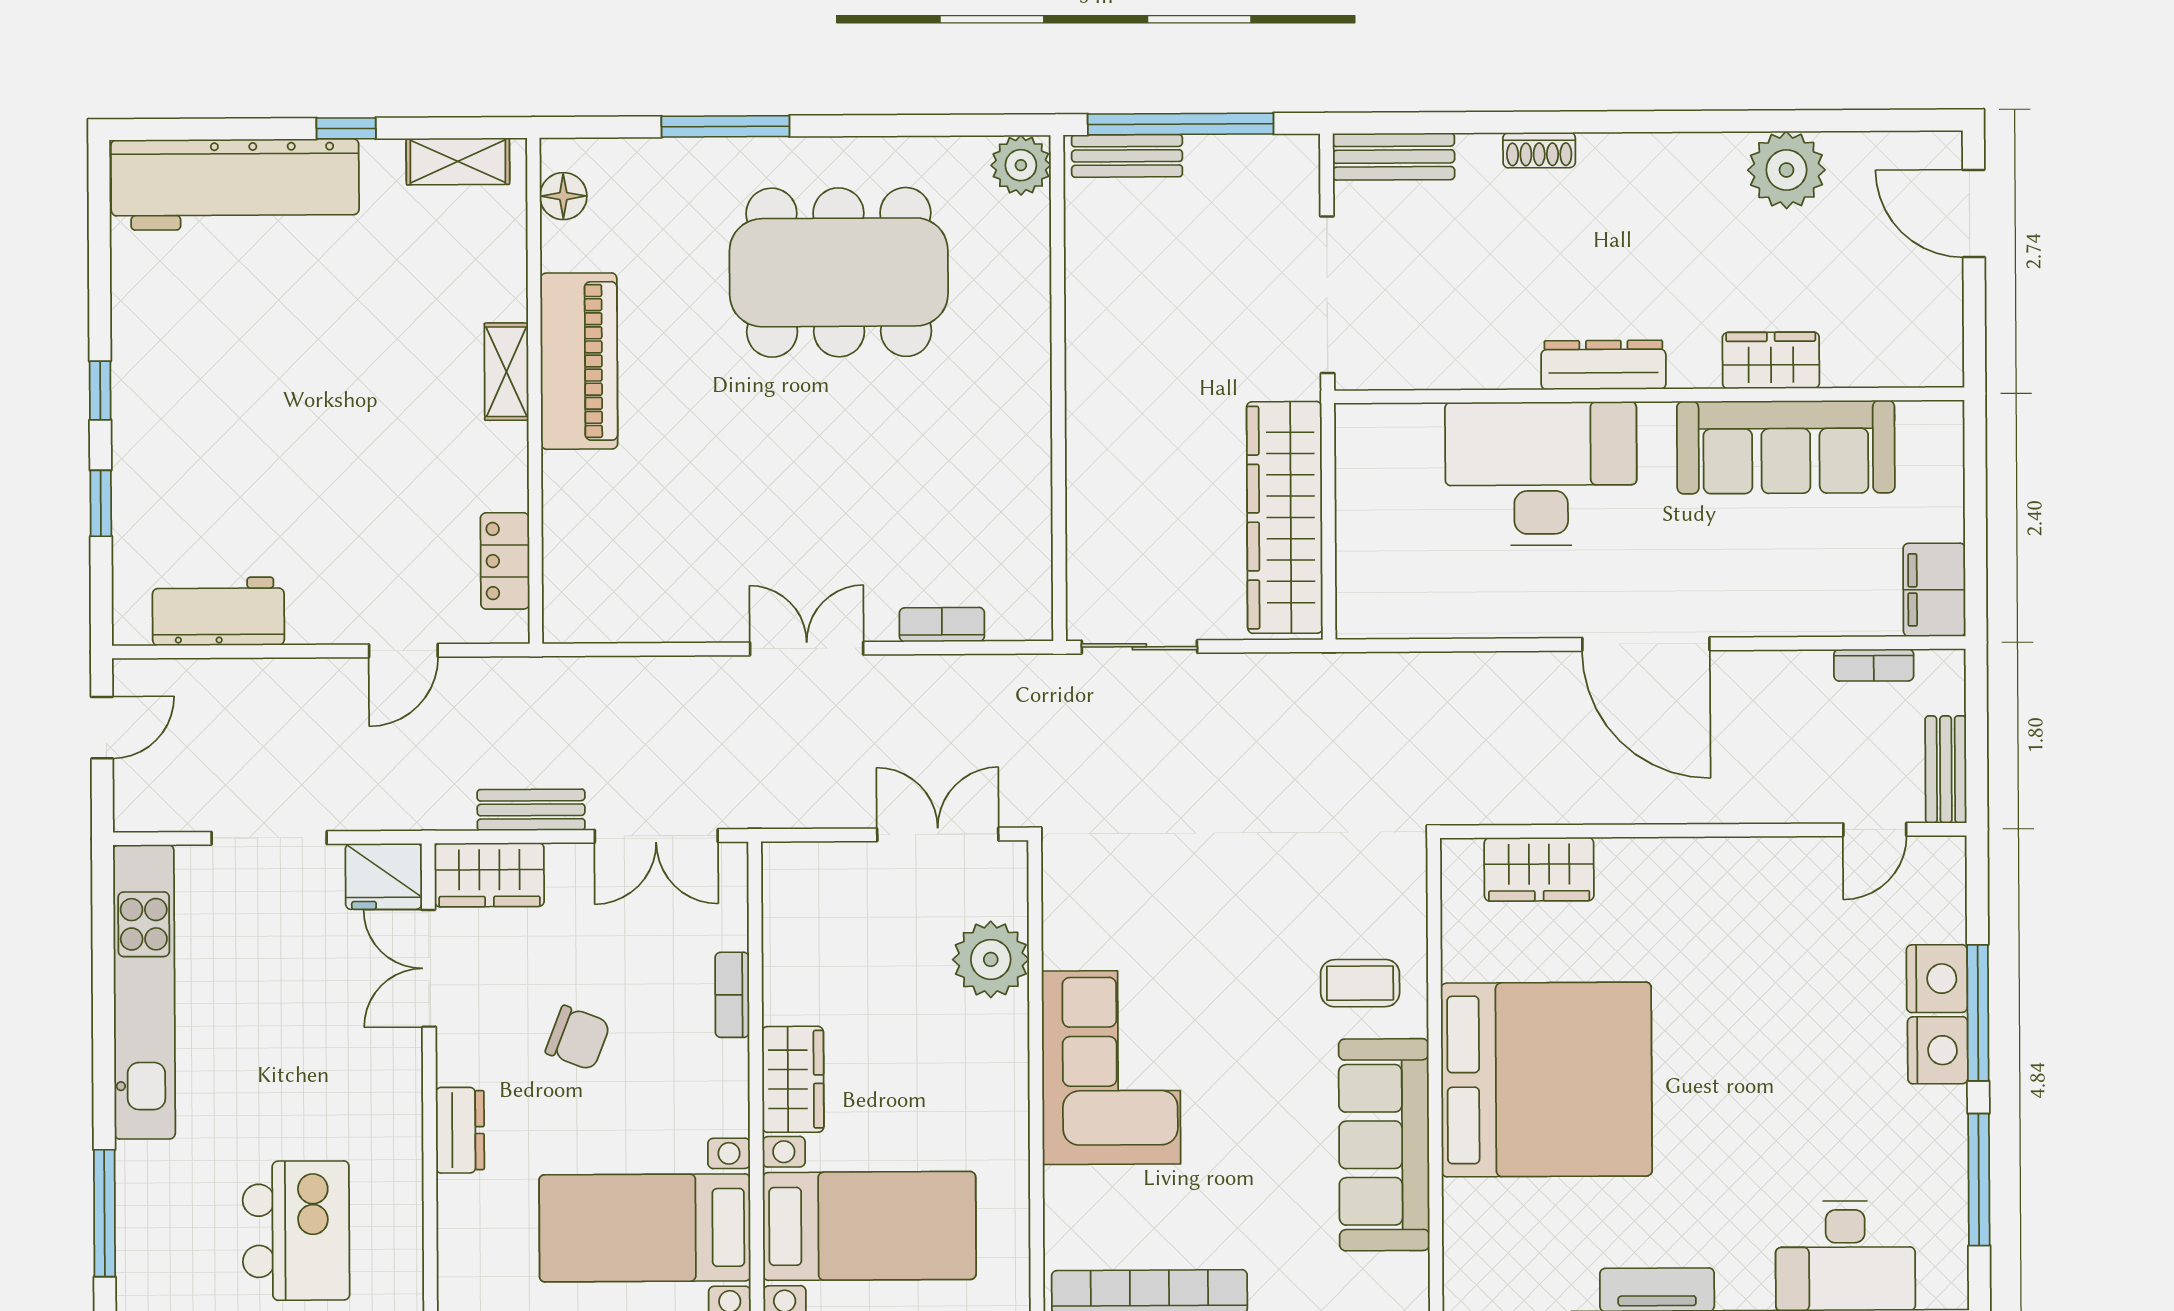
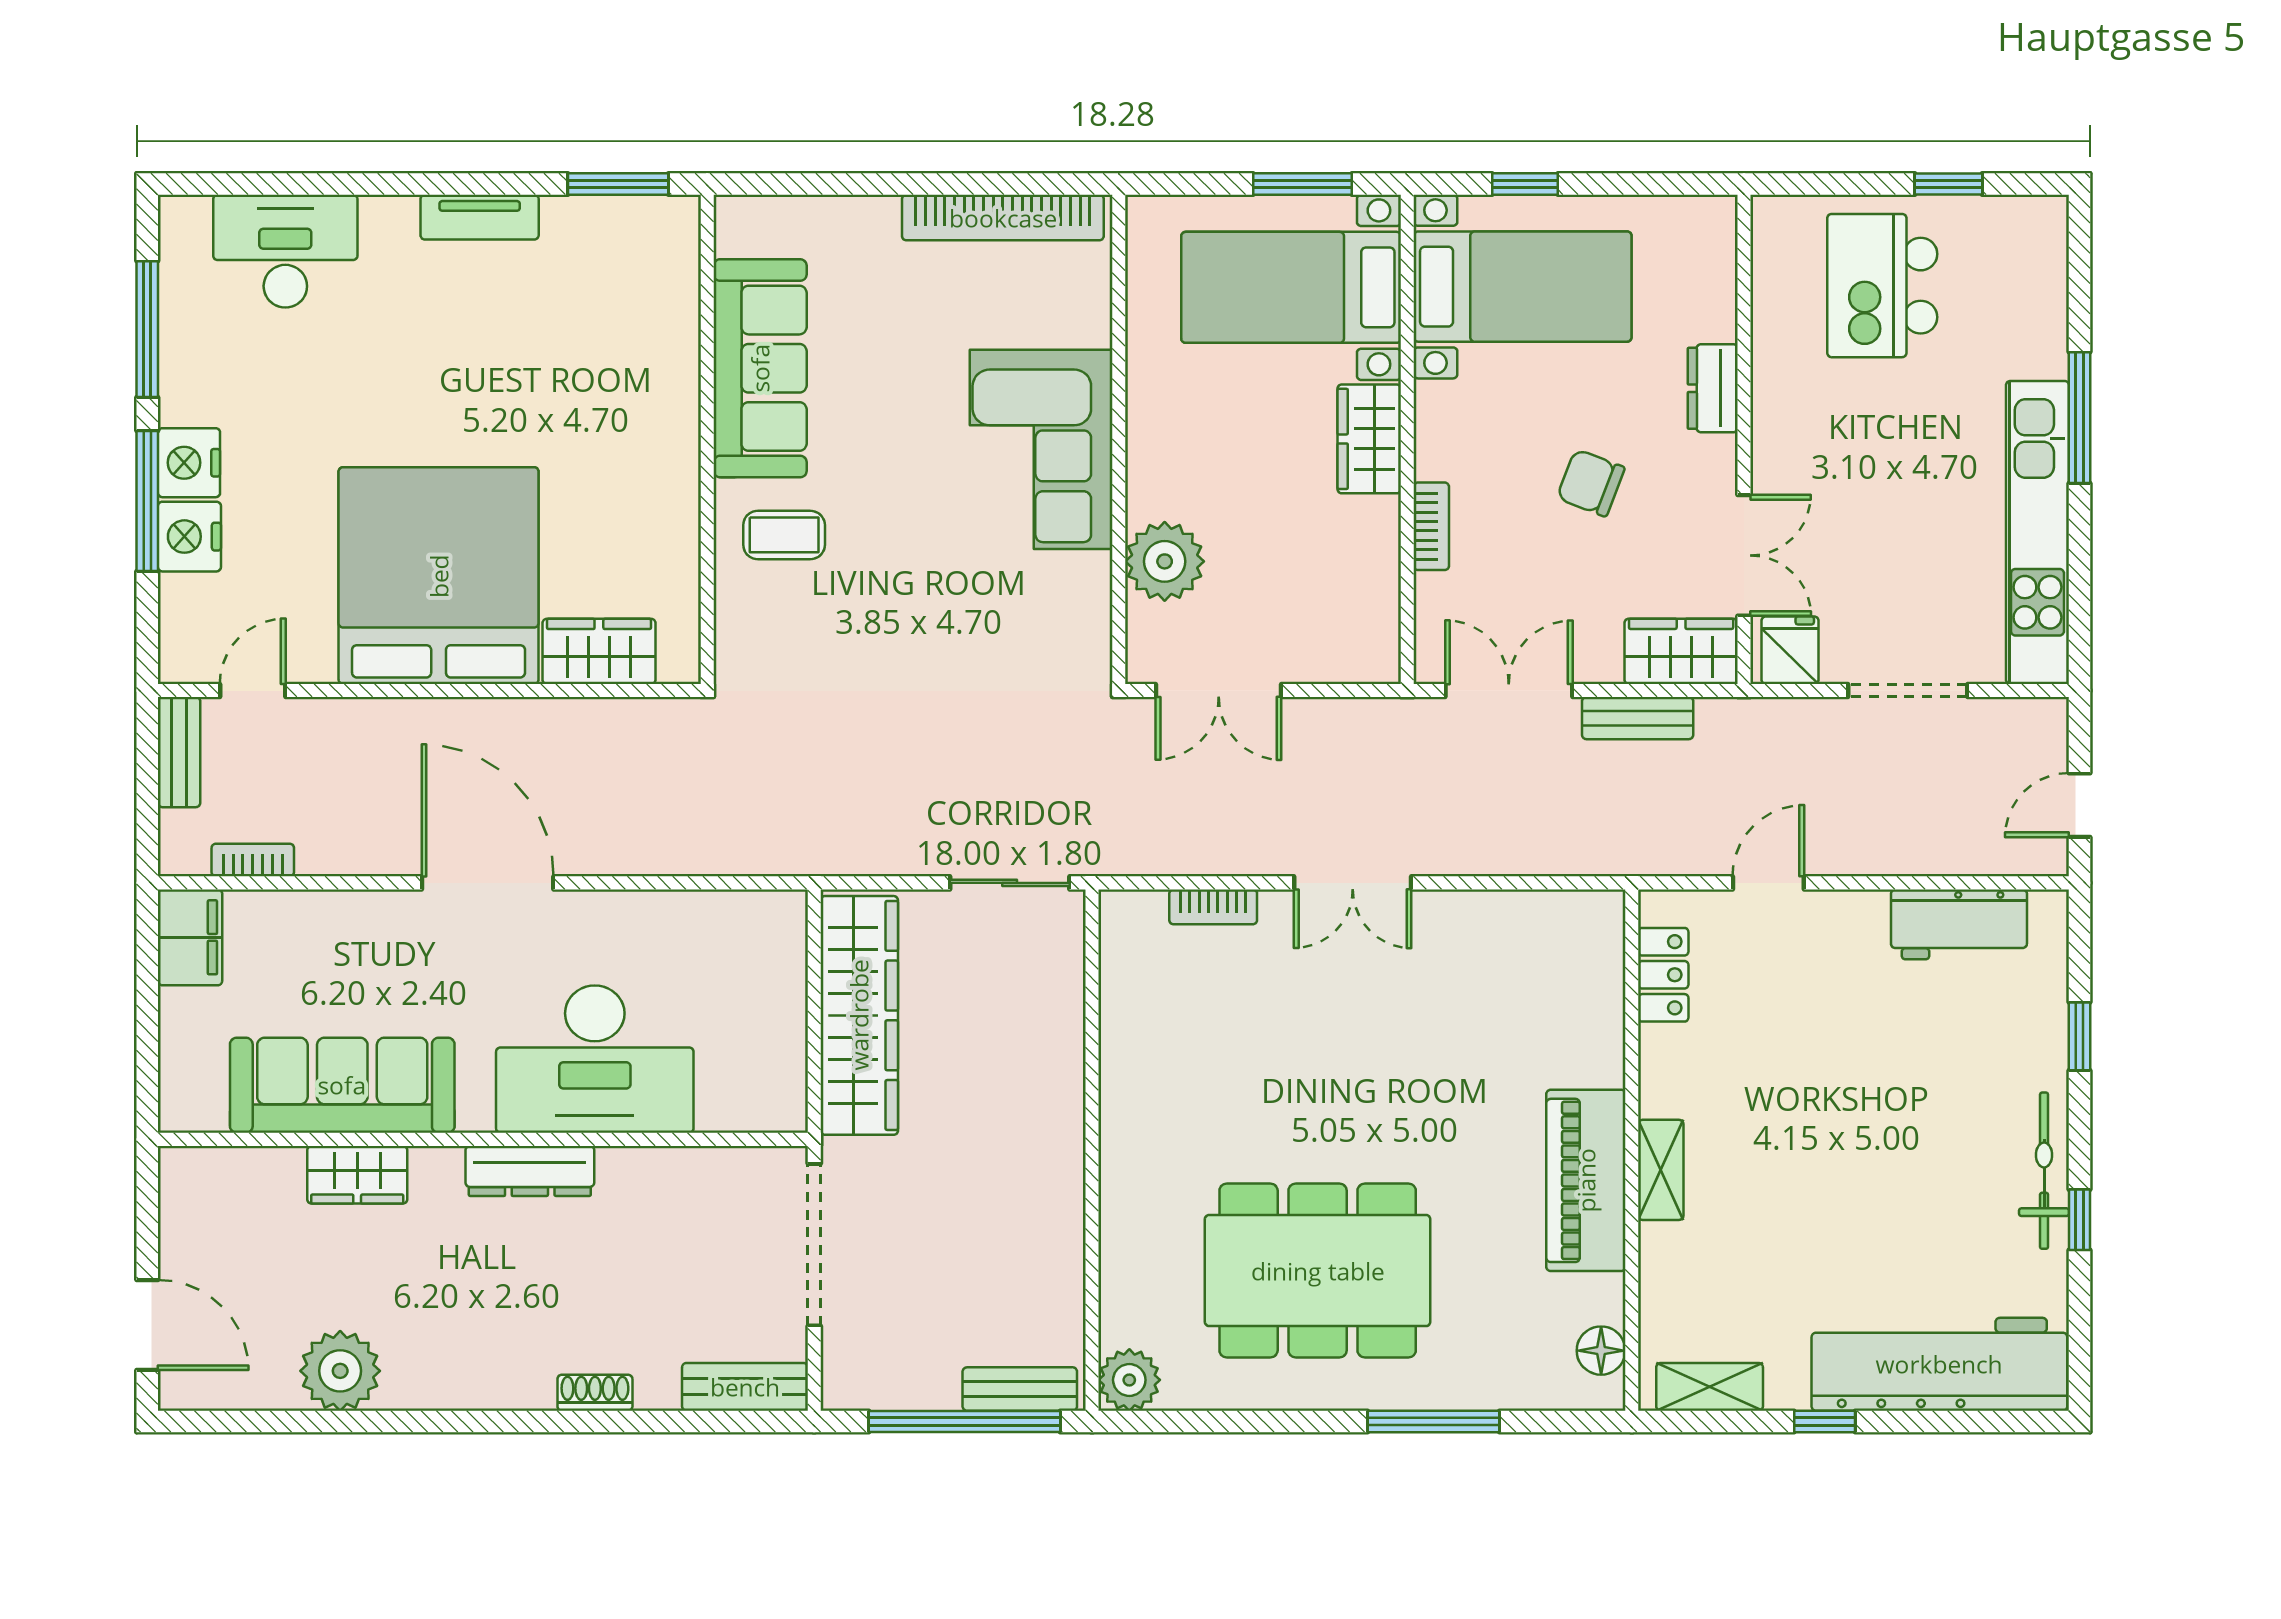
bicycle: (135, 373) -> (2044, 1171), added
window: (100, 391) -> (2080, 1220), moved
fridge: (384, 876) -> (1790, 650), width x0.72
bed: (1546, 1080) -> (439, 576), moved, turned 90
window: (105, 1213) -> (2080, 418), moved

